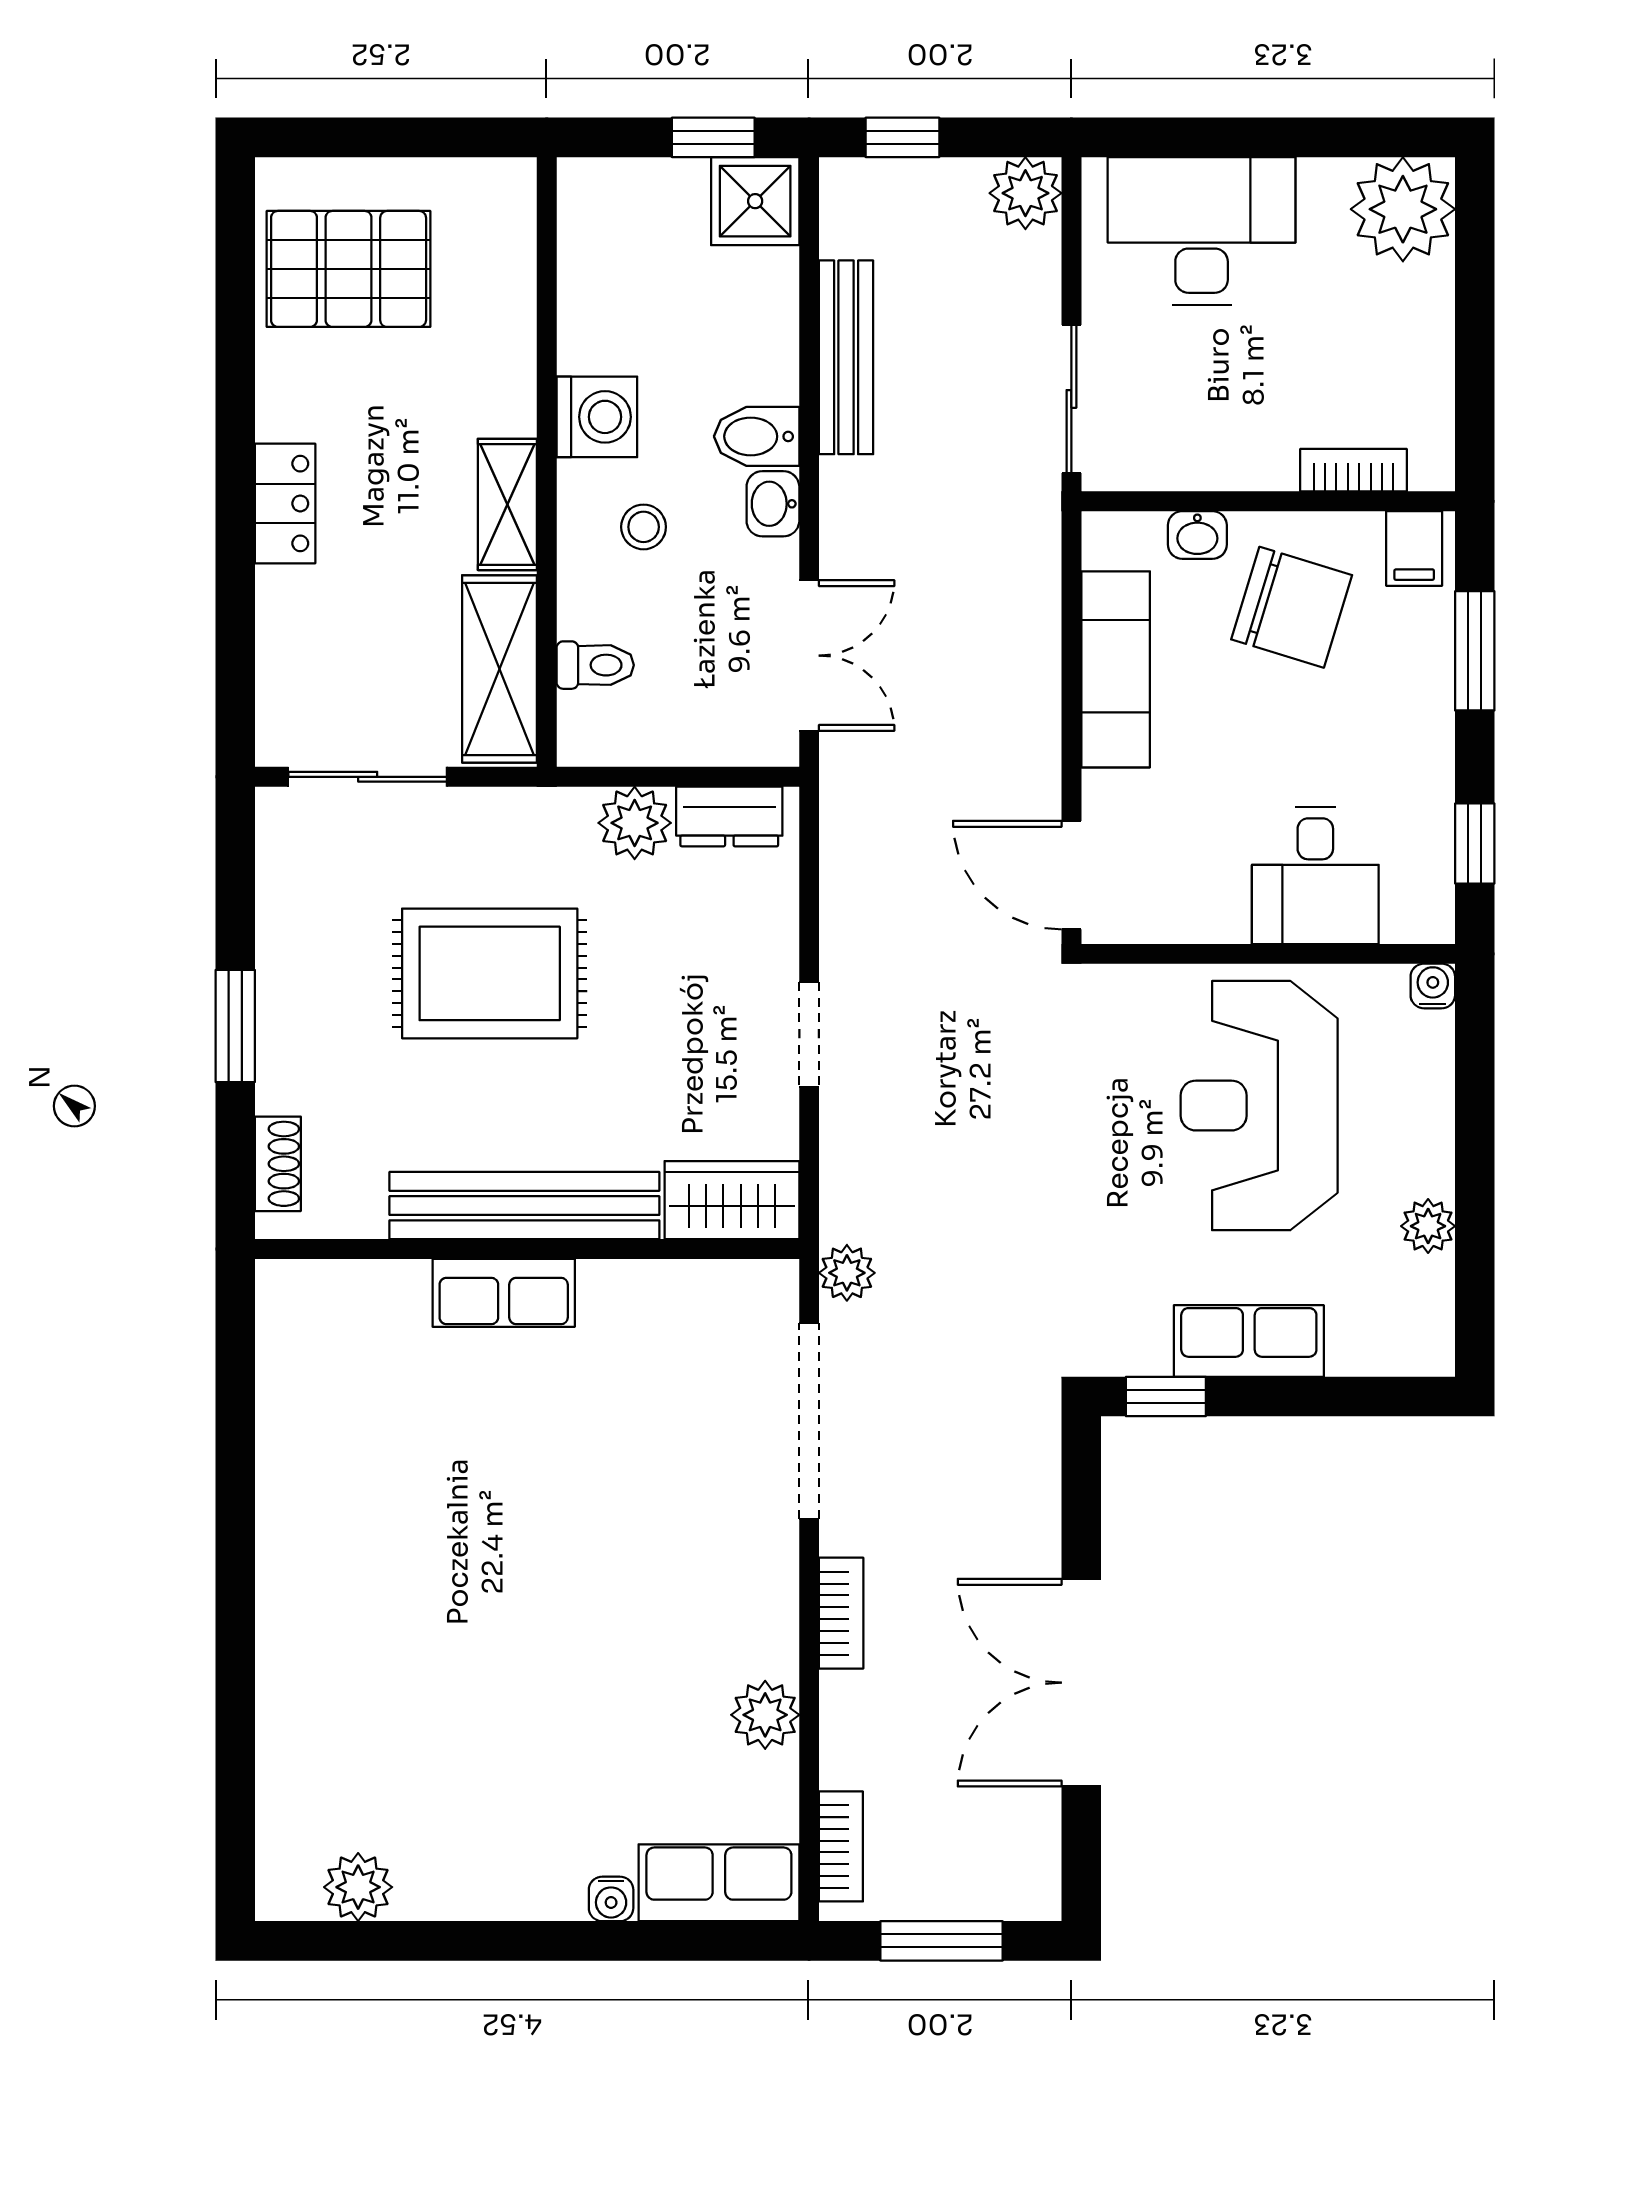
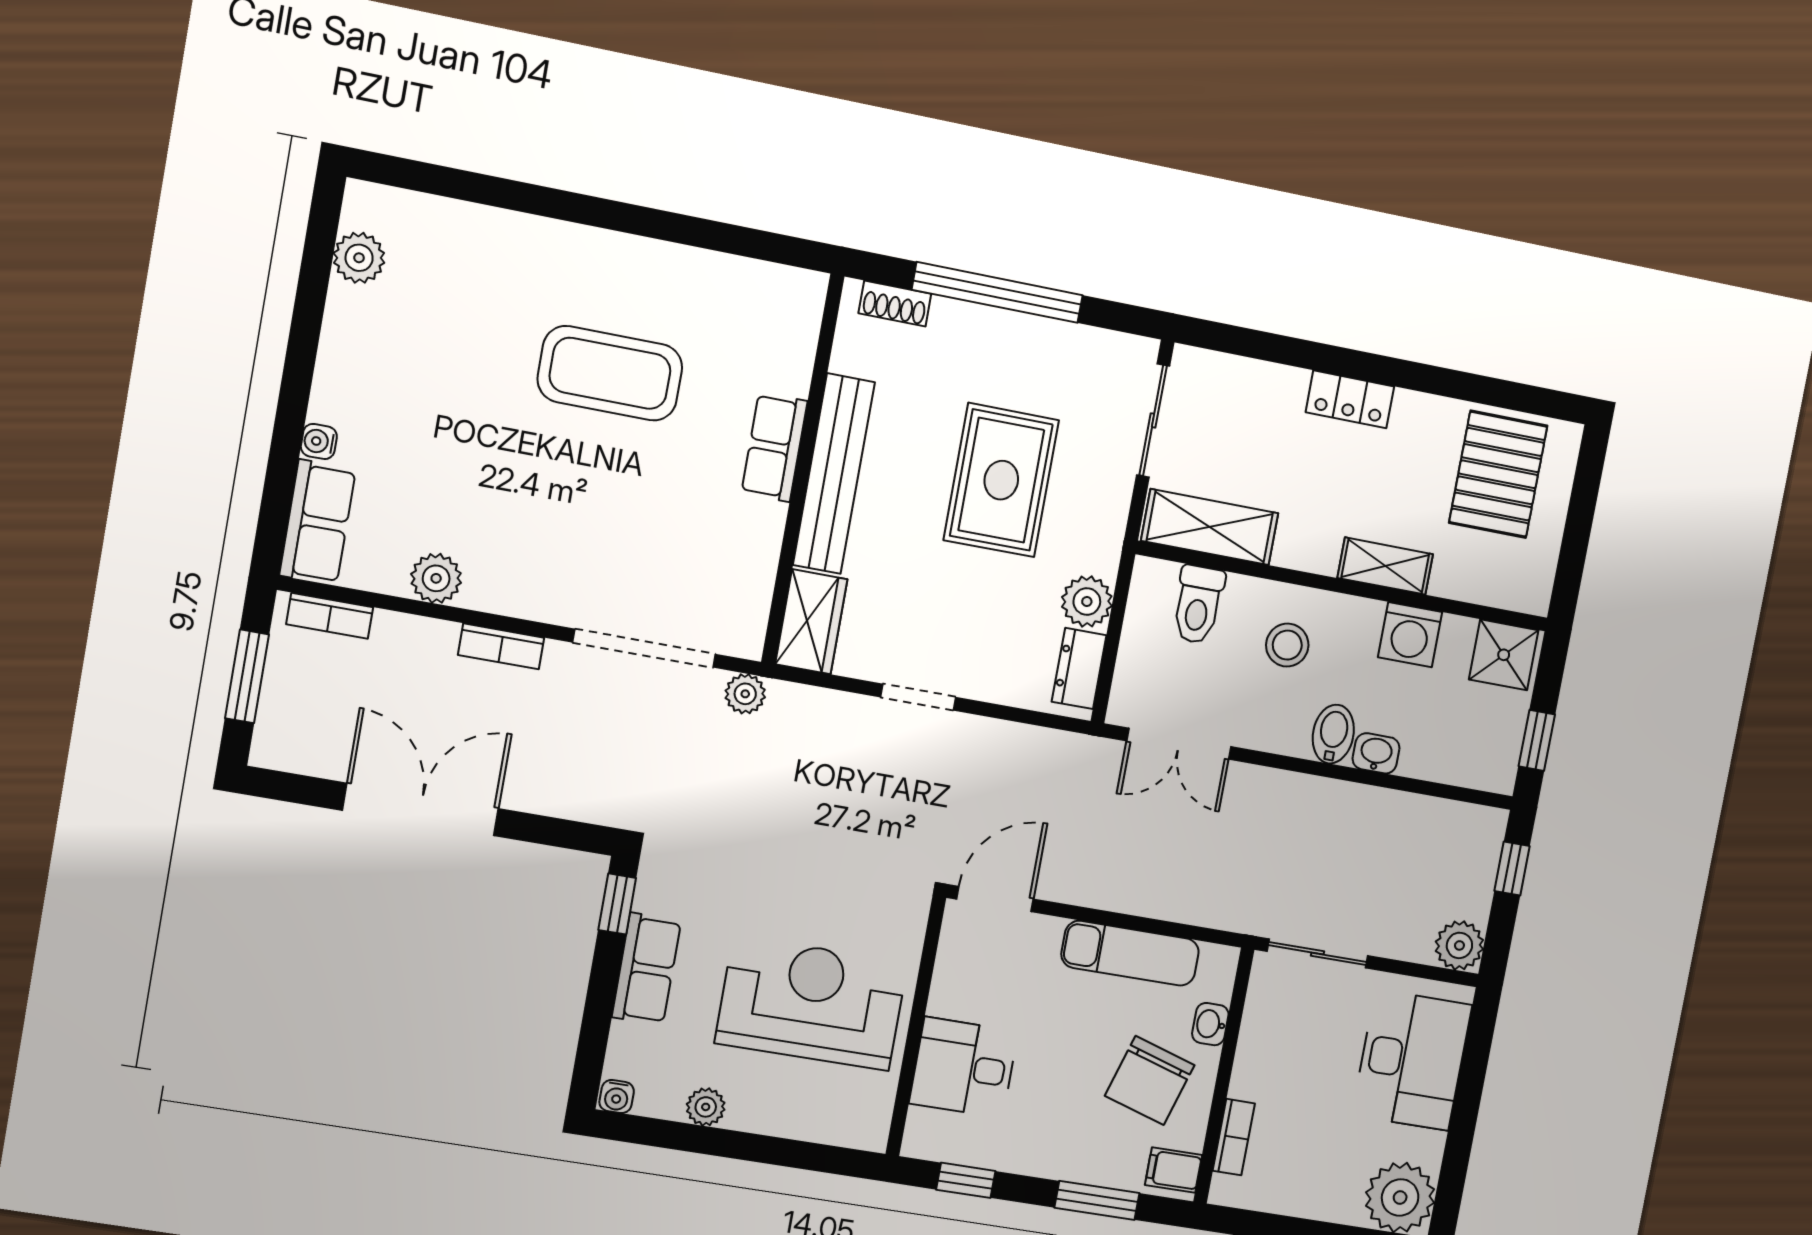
shower: (755, 201) -> (1504, 655), moved
bench: (846, 357) -> (1374, 805), removed
washing machine: (597, 417) -> (1410, 635), moved
shelving: (507, 504) -> (1385, 566), moved
washbasin: (773, 504) -> (1376, 753), moved
stool: (644, 527) -> (1287, 645), width x1.37, depth x1.37
toilet: (595, 665) -> (1198, 605), width x1.37, depth x1.39
water cooler: (1433, 986) -> (617, 1097), moved, turned 90
window: (235, 1026) -> (997, 292), width x2.11
coffee table: (447, 1531) -> (610, 373), added

